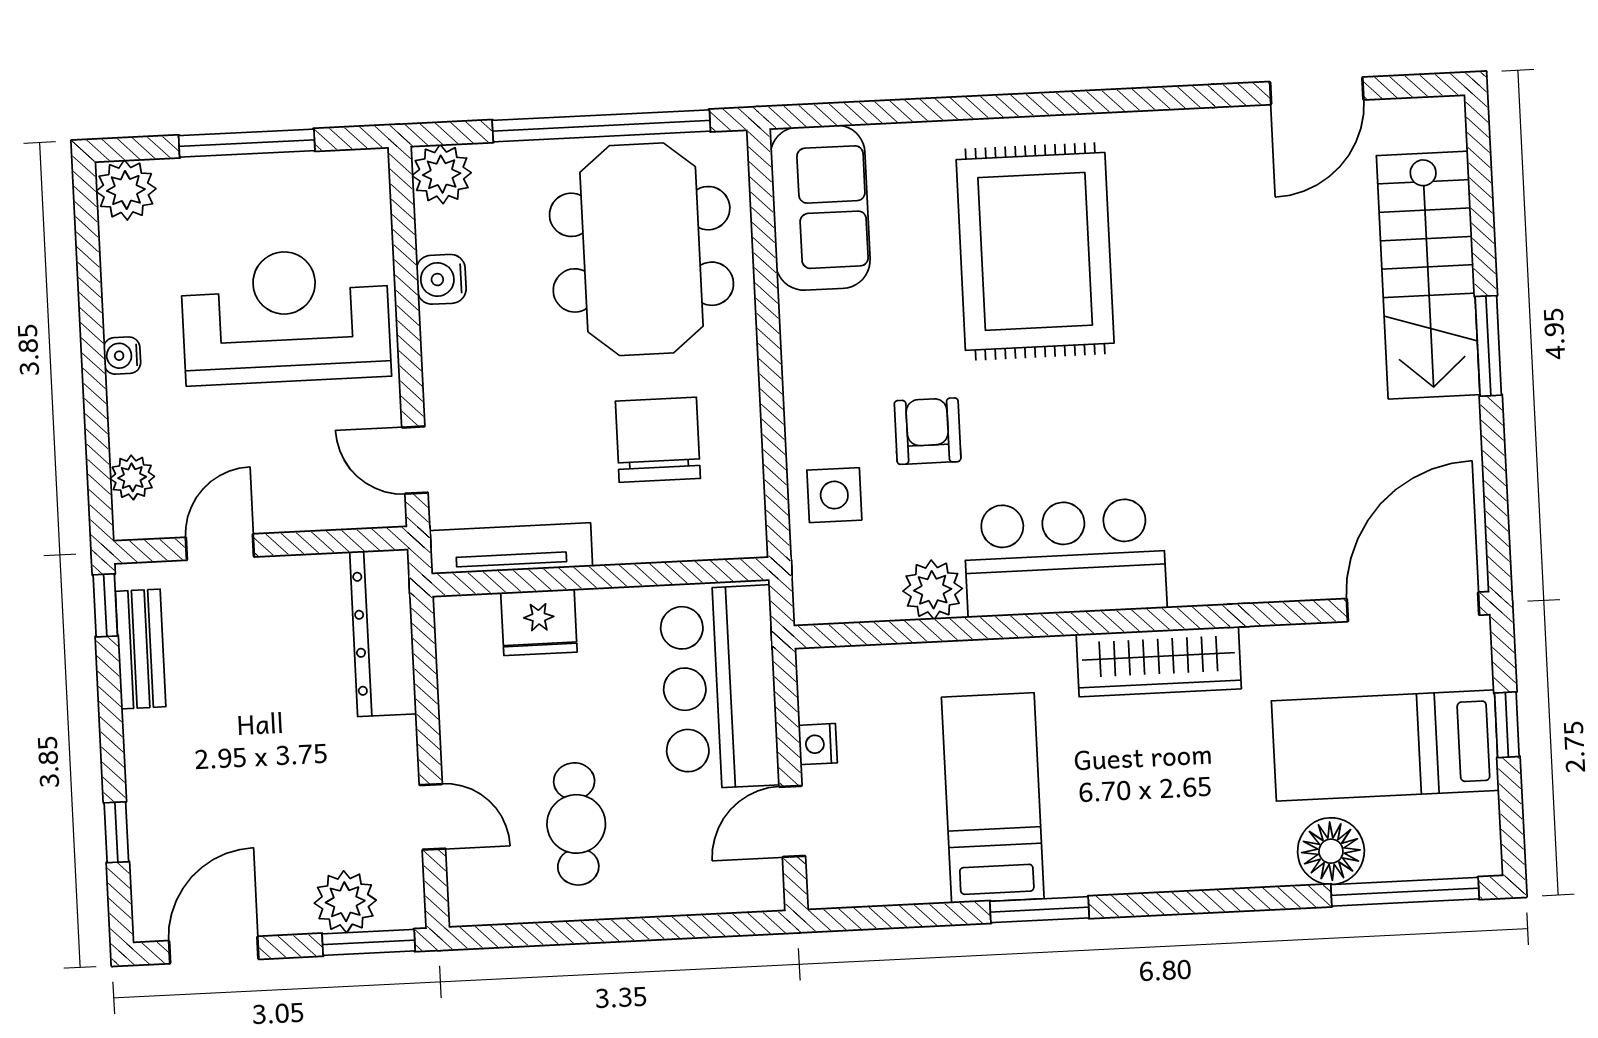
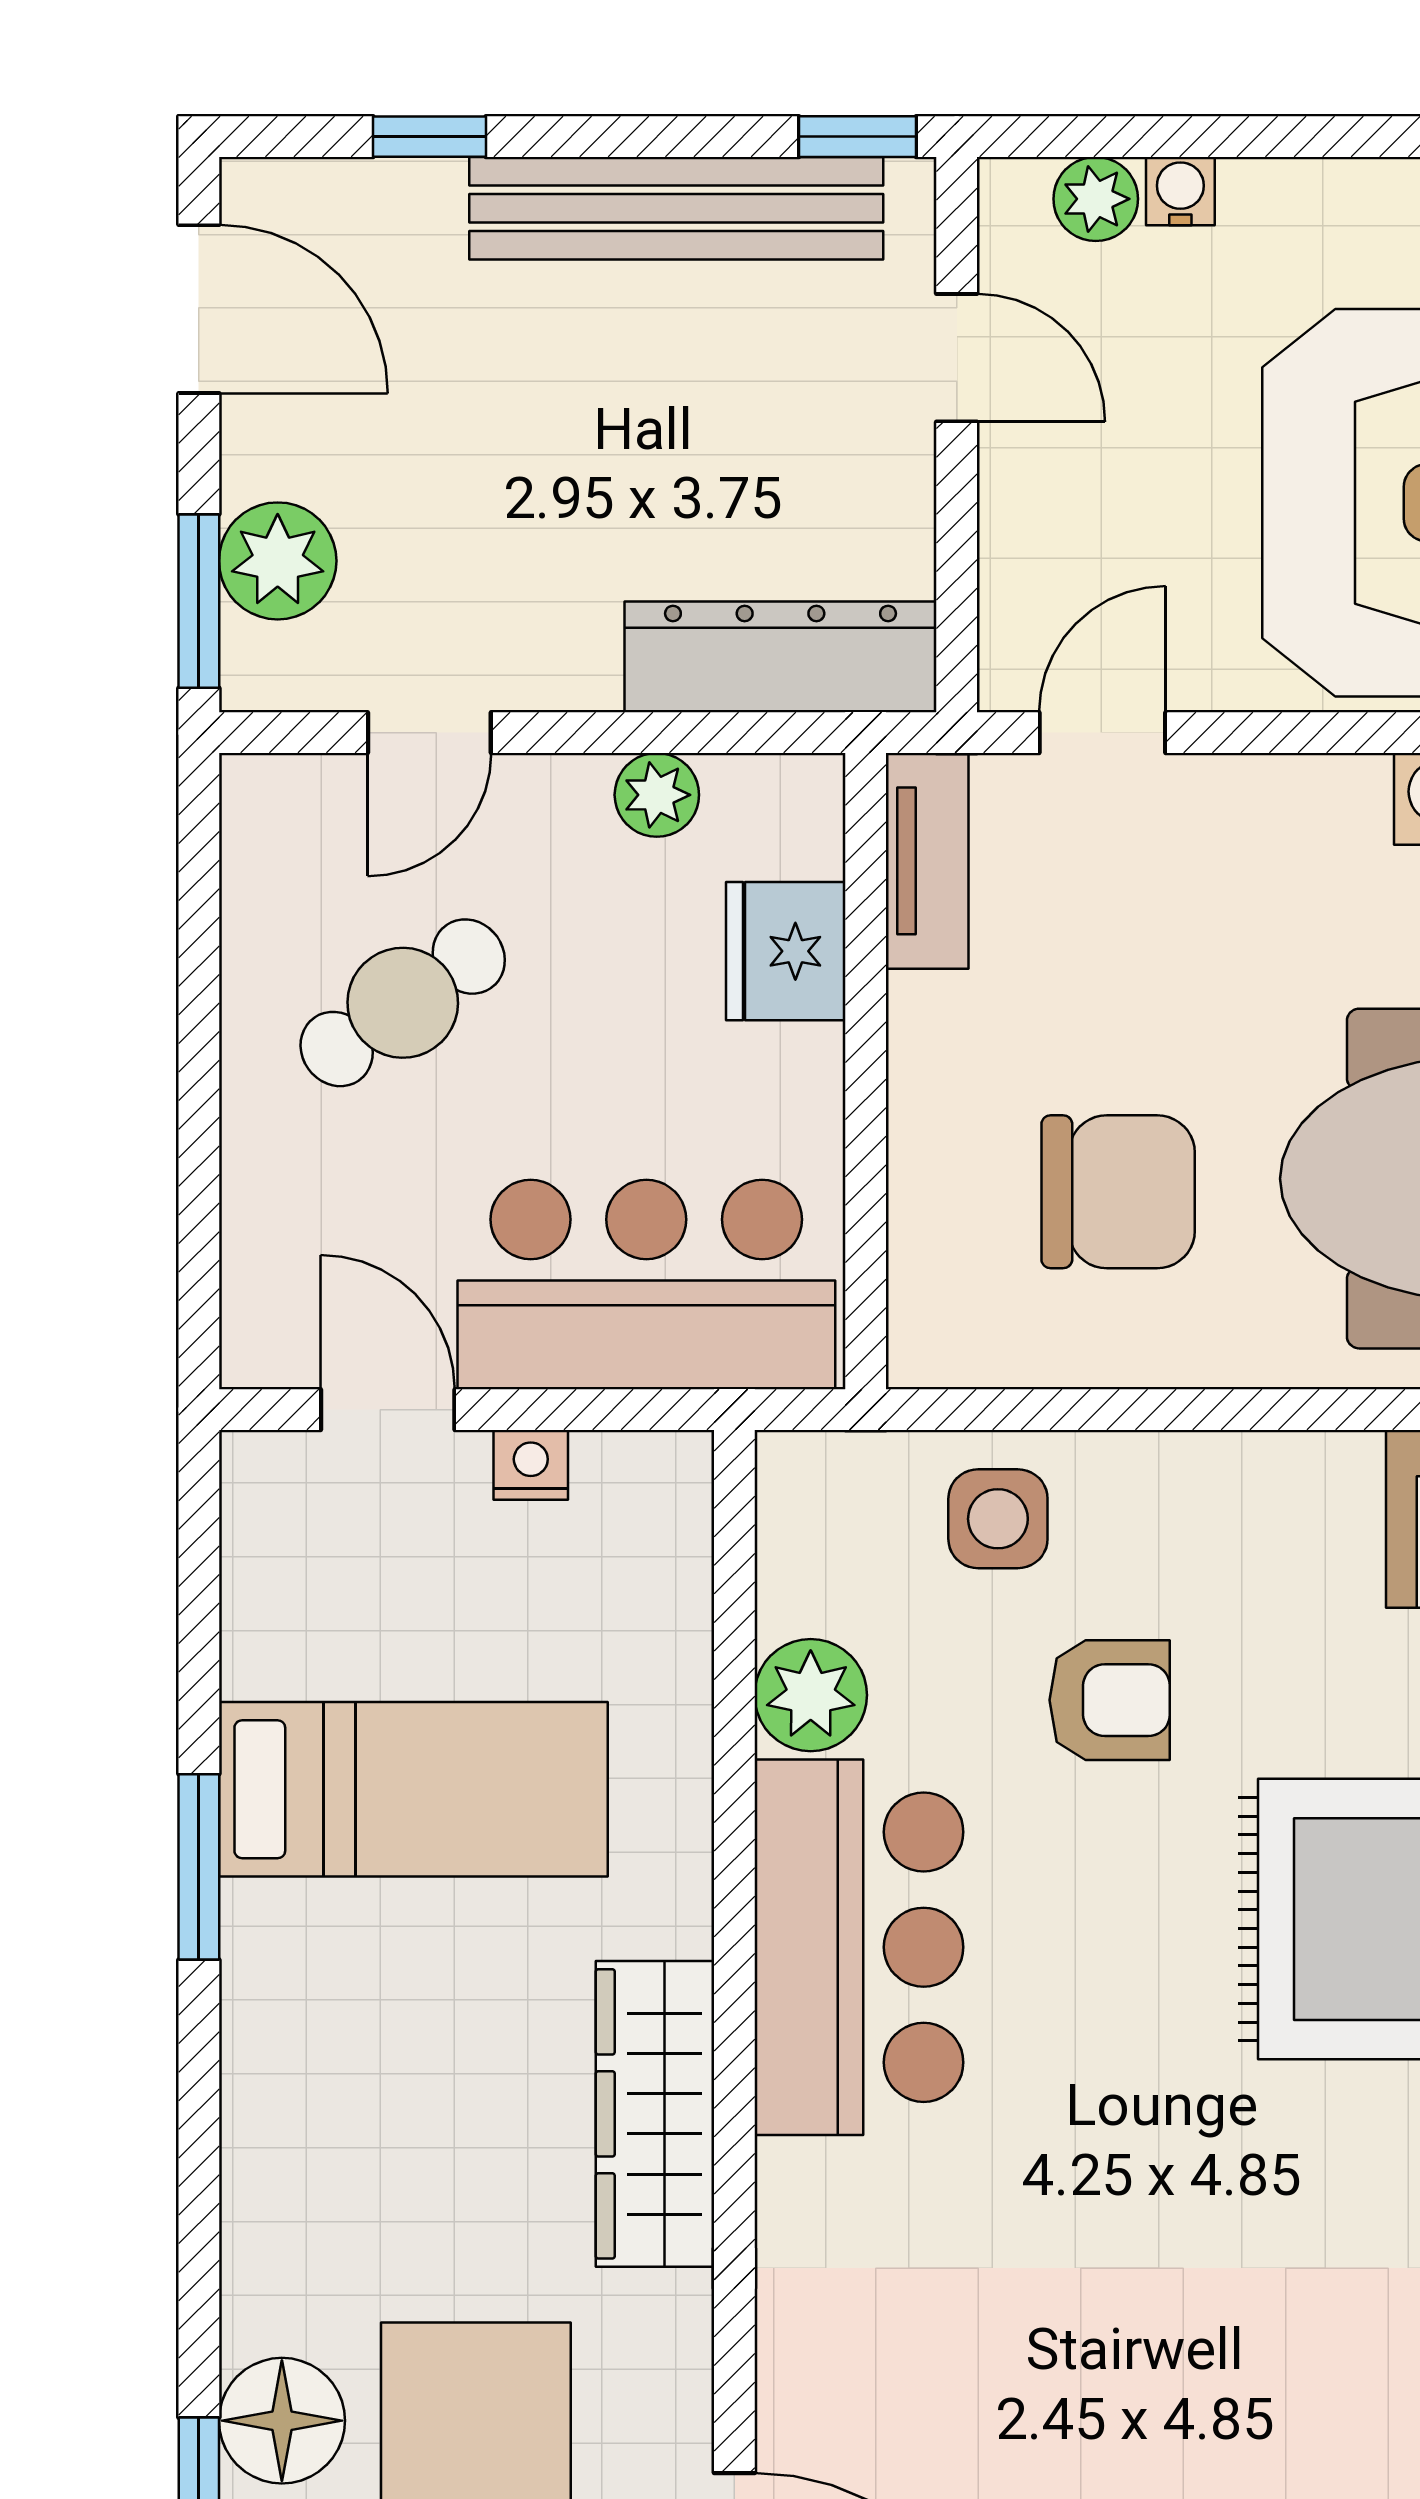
water cooler: (122, 356) -> (1180, 191), moved
tv unit: (511, 549) -> (927, 861), width x0.71
bench: (141, 649) -> (676, 208), width x1.86, depth x1.21
plant: (459, 695) -> (657, 795), added
cafe table: (576, 824) -> (403, 1003), turned -35

